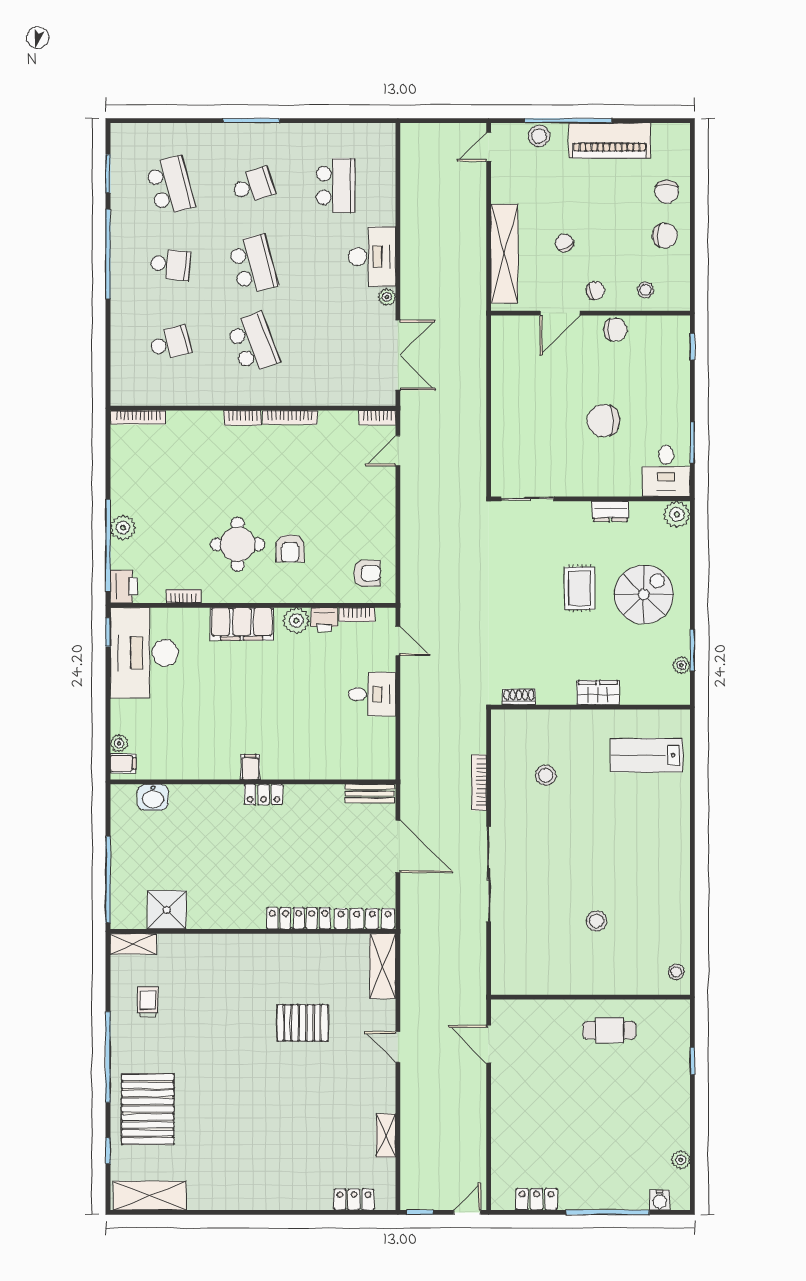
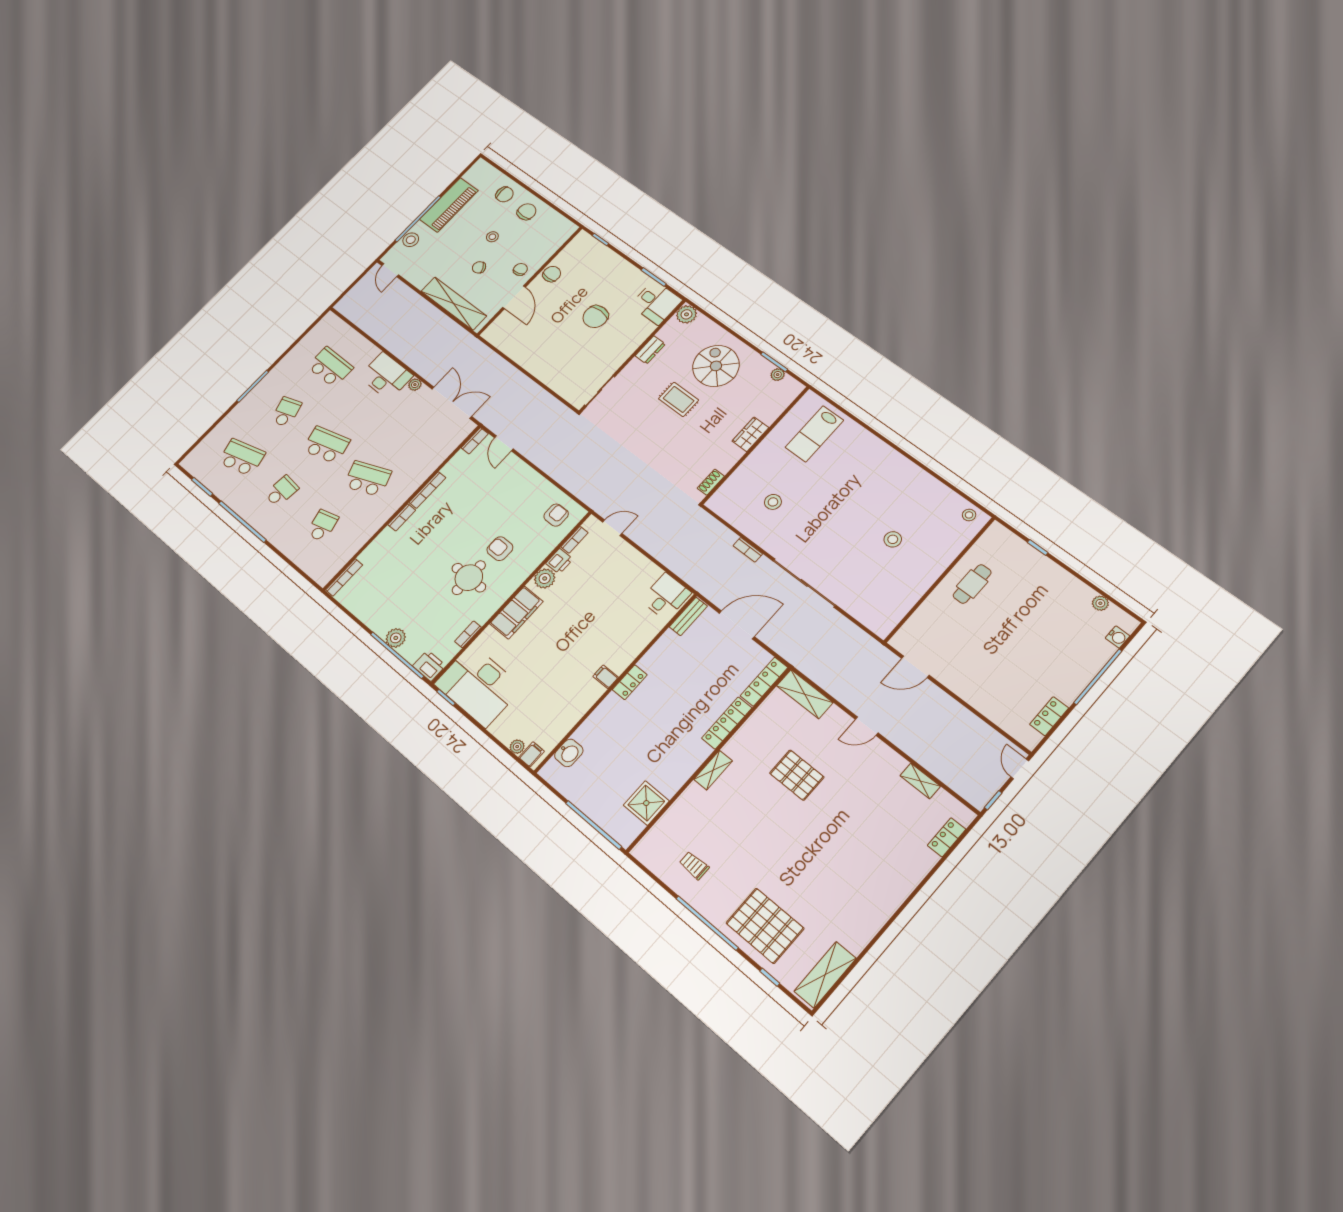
stool: (645, 290) -> (492, 237), moved
armchair: (290, 548) -> (500, 549), turned 180
desk: (372, 694) -> (666, 596), moved
bookcase: (479, 783) -> (748, 550), width x0.64
shelving: (133, 944) -> (713, 770), moved
pallet: (303, 1023) -> (797, 775), turned 90

